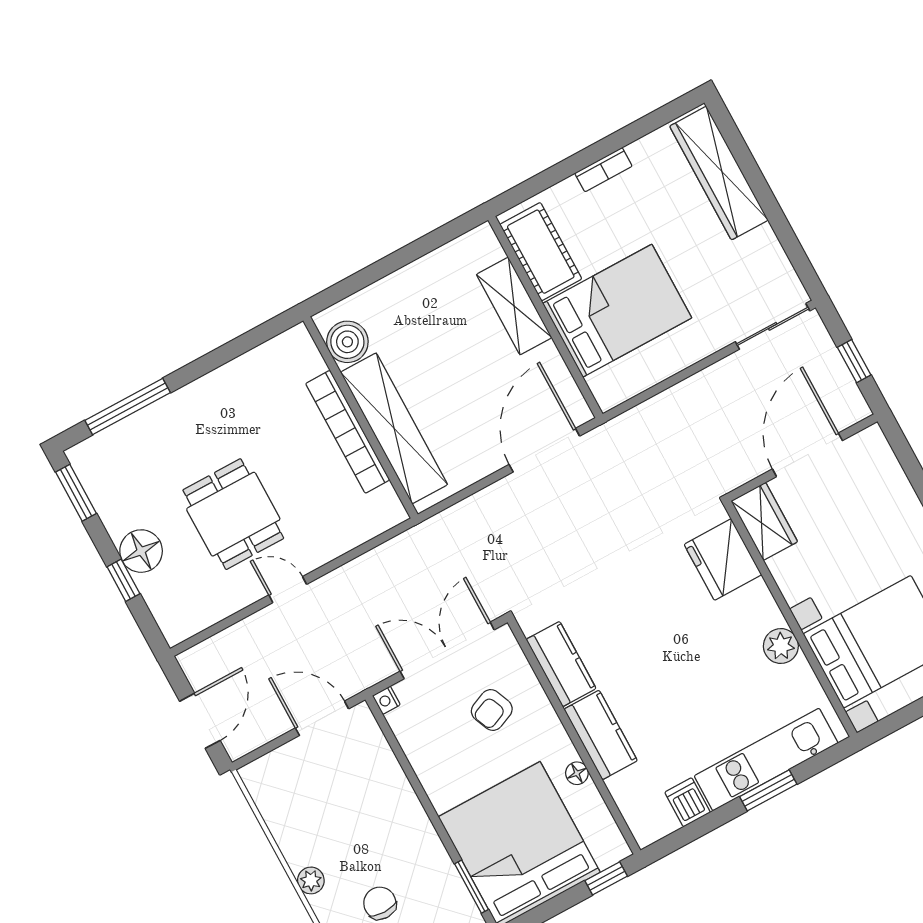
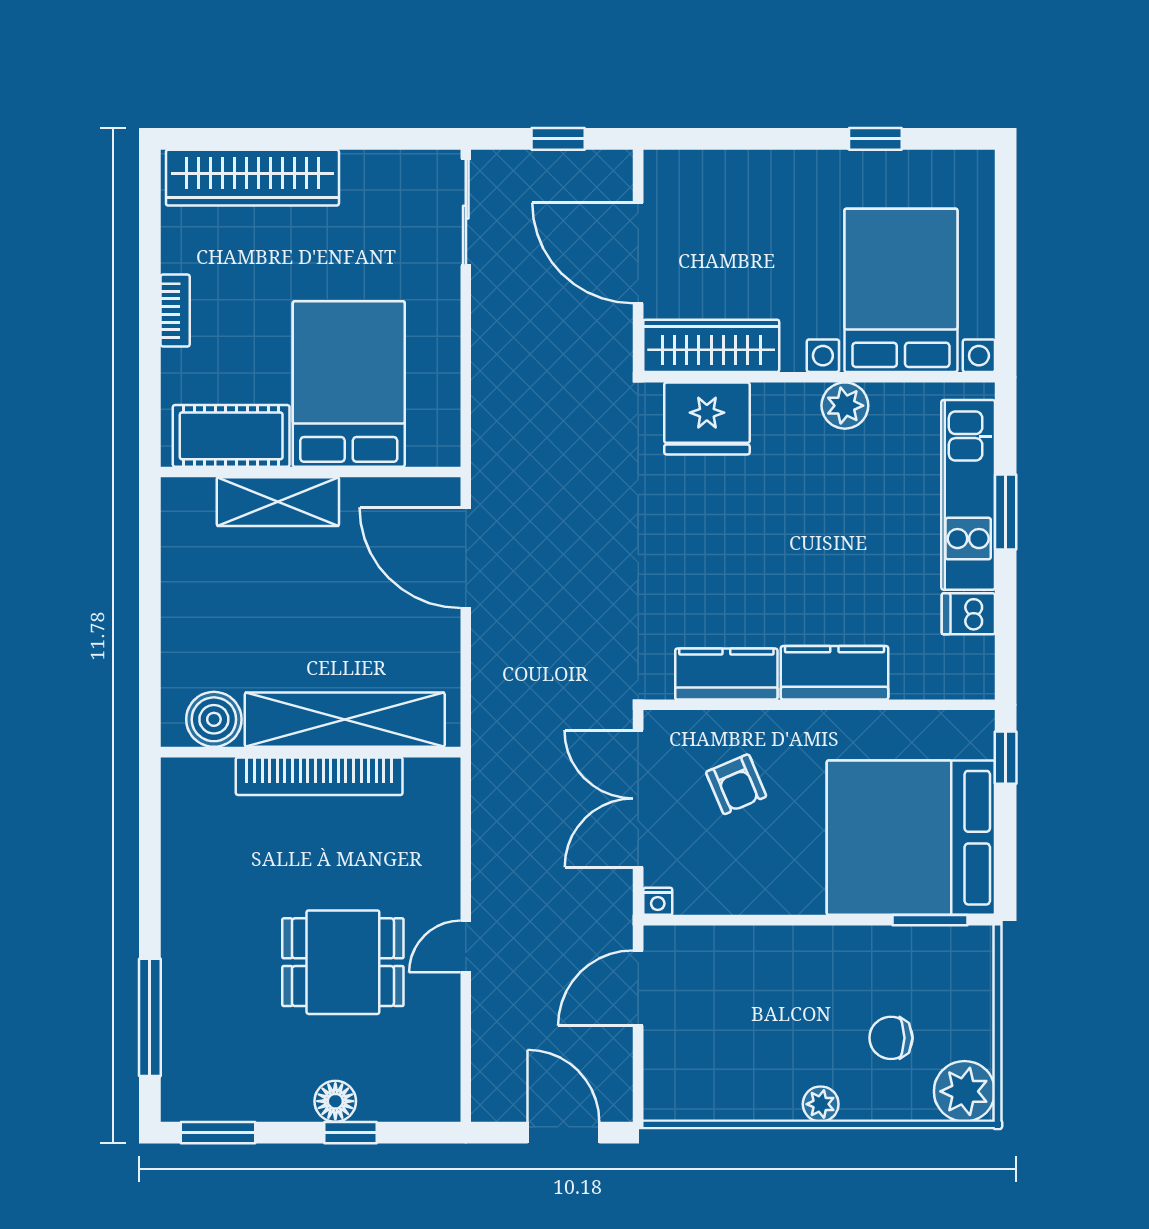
wardrobe: (764, 521) -> (711, 346), width x1.50
floor lamp: (141, 551) -> (335, 1101), width x0.73, depth x0.73
floor lamp: (577, 773) -> (864, 725), removed

